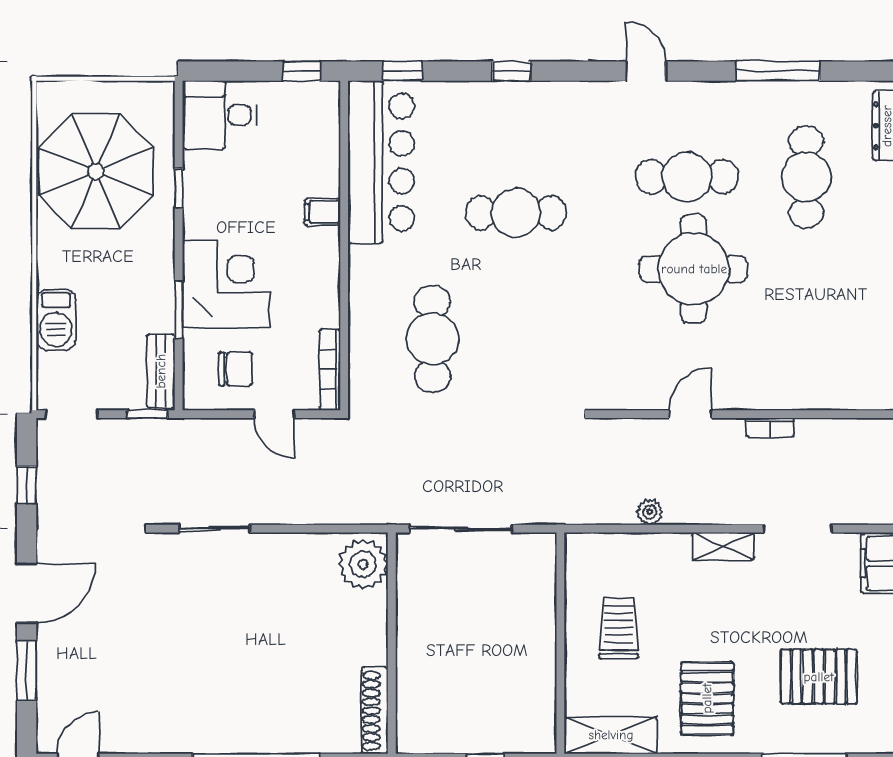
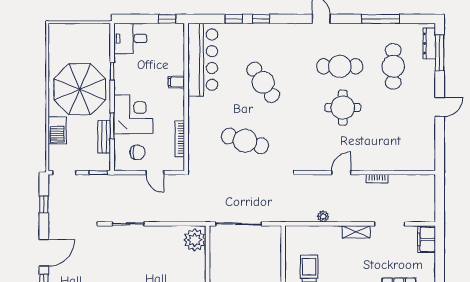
window: (403, 71) -> (234, 19), moved
parasol: (96, 171) -> (80, 89), moved
cafe table: (516, 213) -> (263, 82), turned 56
round table: (694, 269) -> (343, 108), width x0.73, depth x0.73
cafe table: (432, 339) -> (245, 141), moved, turned -73
bookcase: (330, 370) -> (180, 139), moved
bench: (161, 371) -> (104, 137), moved

